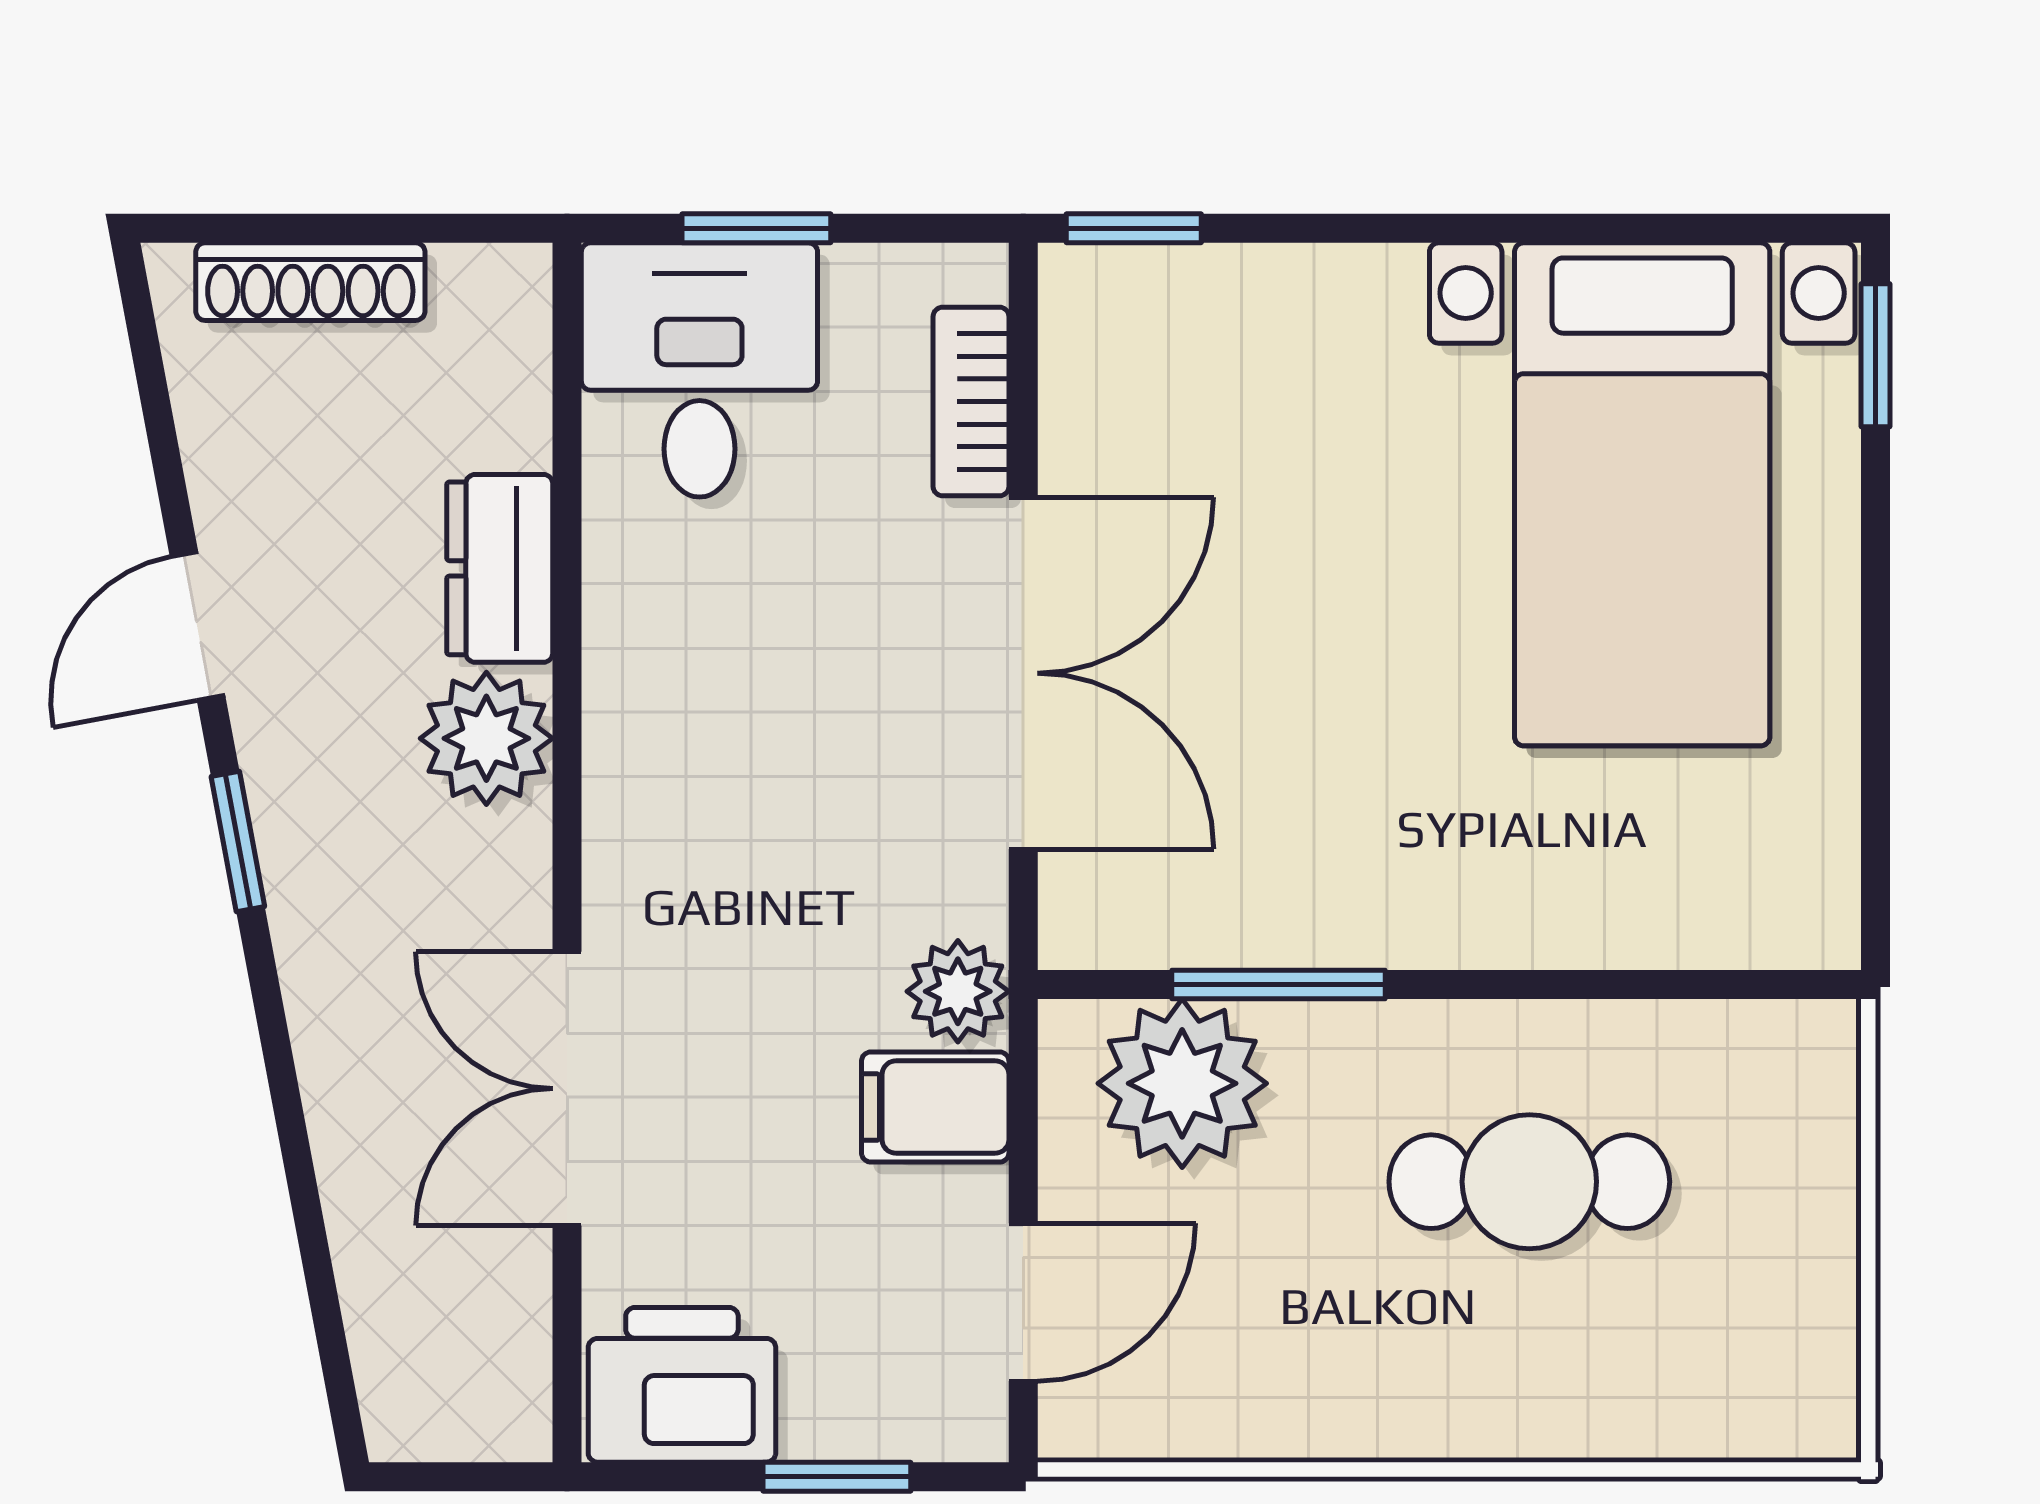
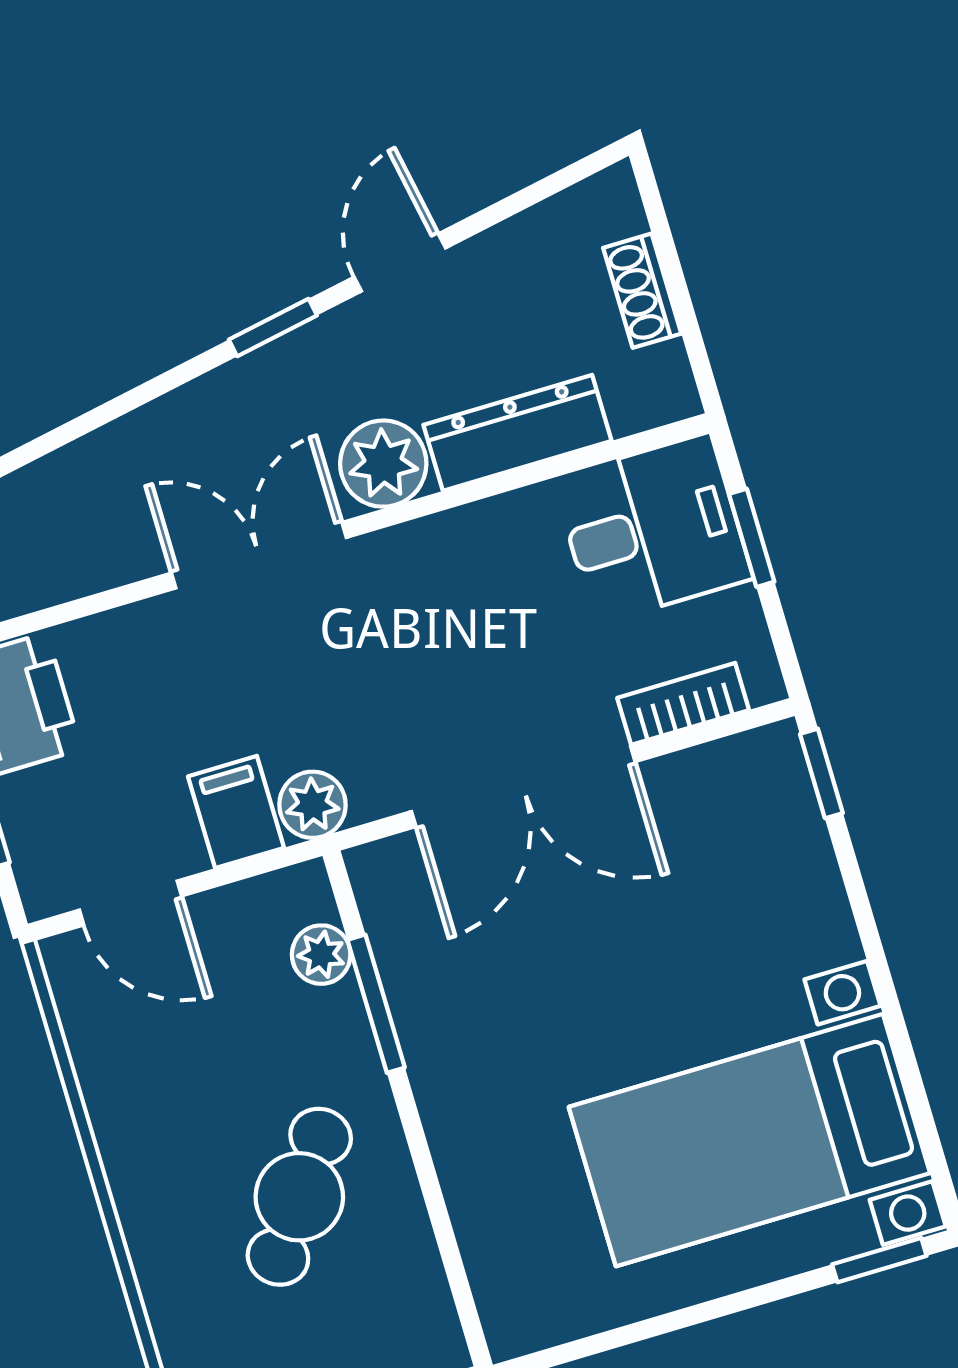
shoe rack: (310, 282) -> (642, 291), width x0.70
dresser: (500, 568) -> (518, 433), width x1.44
door: (198, 626) -> (400, 262), hinge flipped
plant: (1182, 1083) -> (321, 955), width x0.53, depth x0.53
double door: (567, 1089) -> (259, 555), moved
cafe table: (1529, 1182) -> (299, 1197), turned 36

